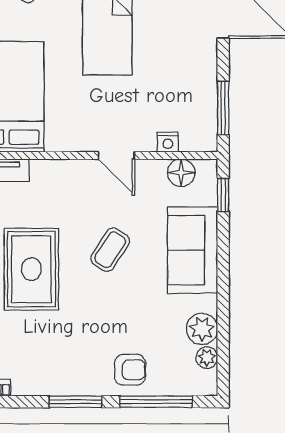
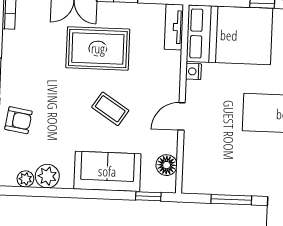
window: (223, 108) -> (231, 200), moved
nightstand: (168, 142) -> (193, 71), moved
armchair: (130, 370) -> (18, 120), turned -81

